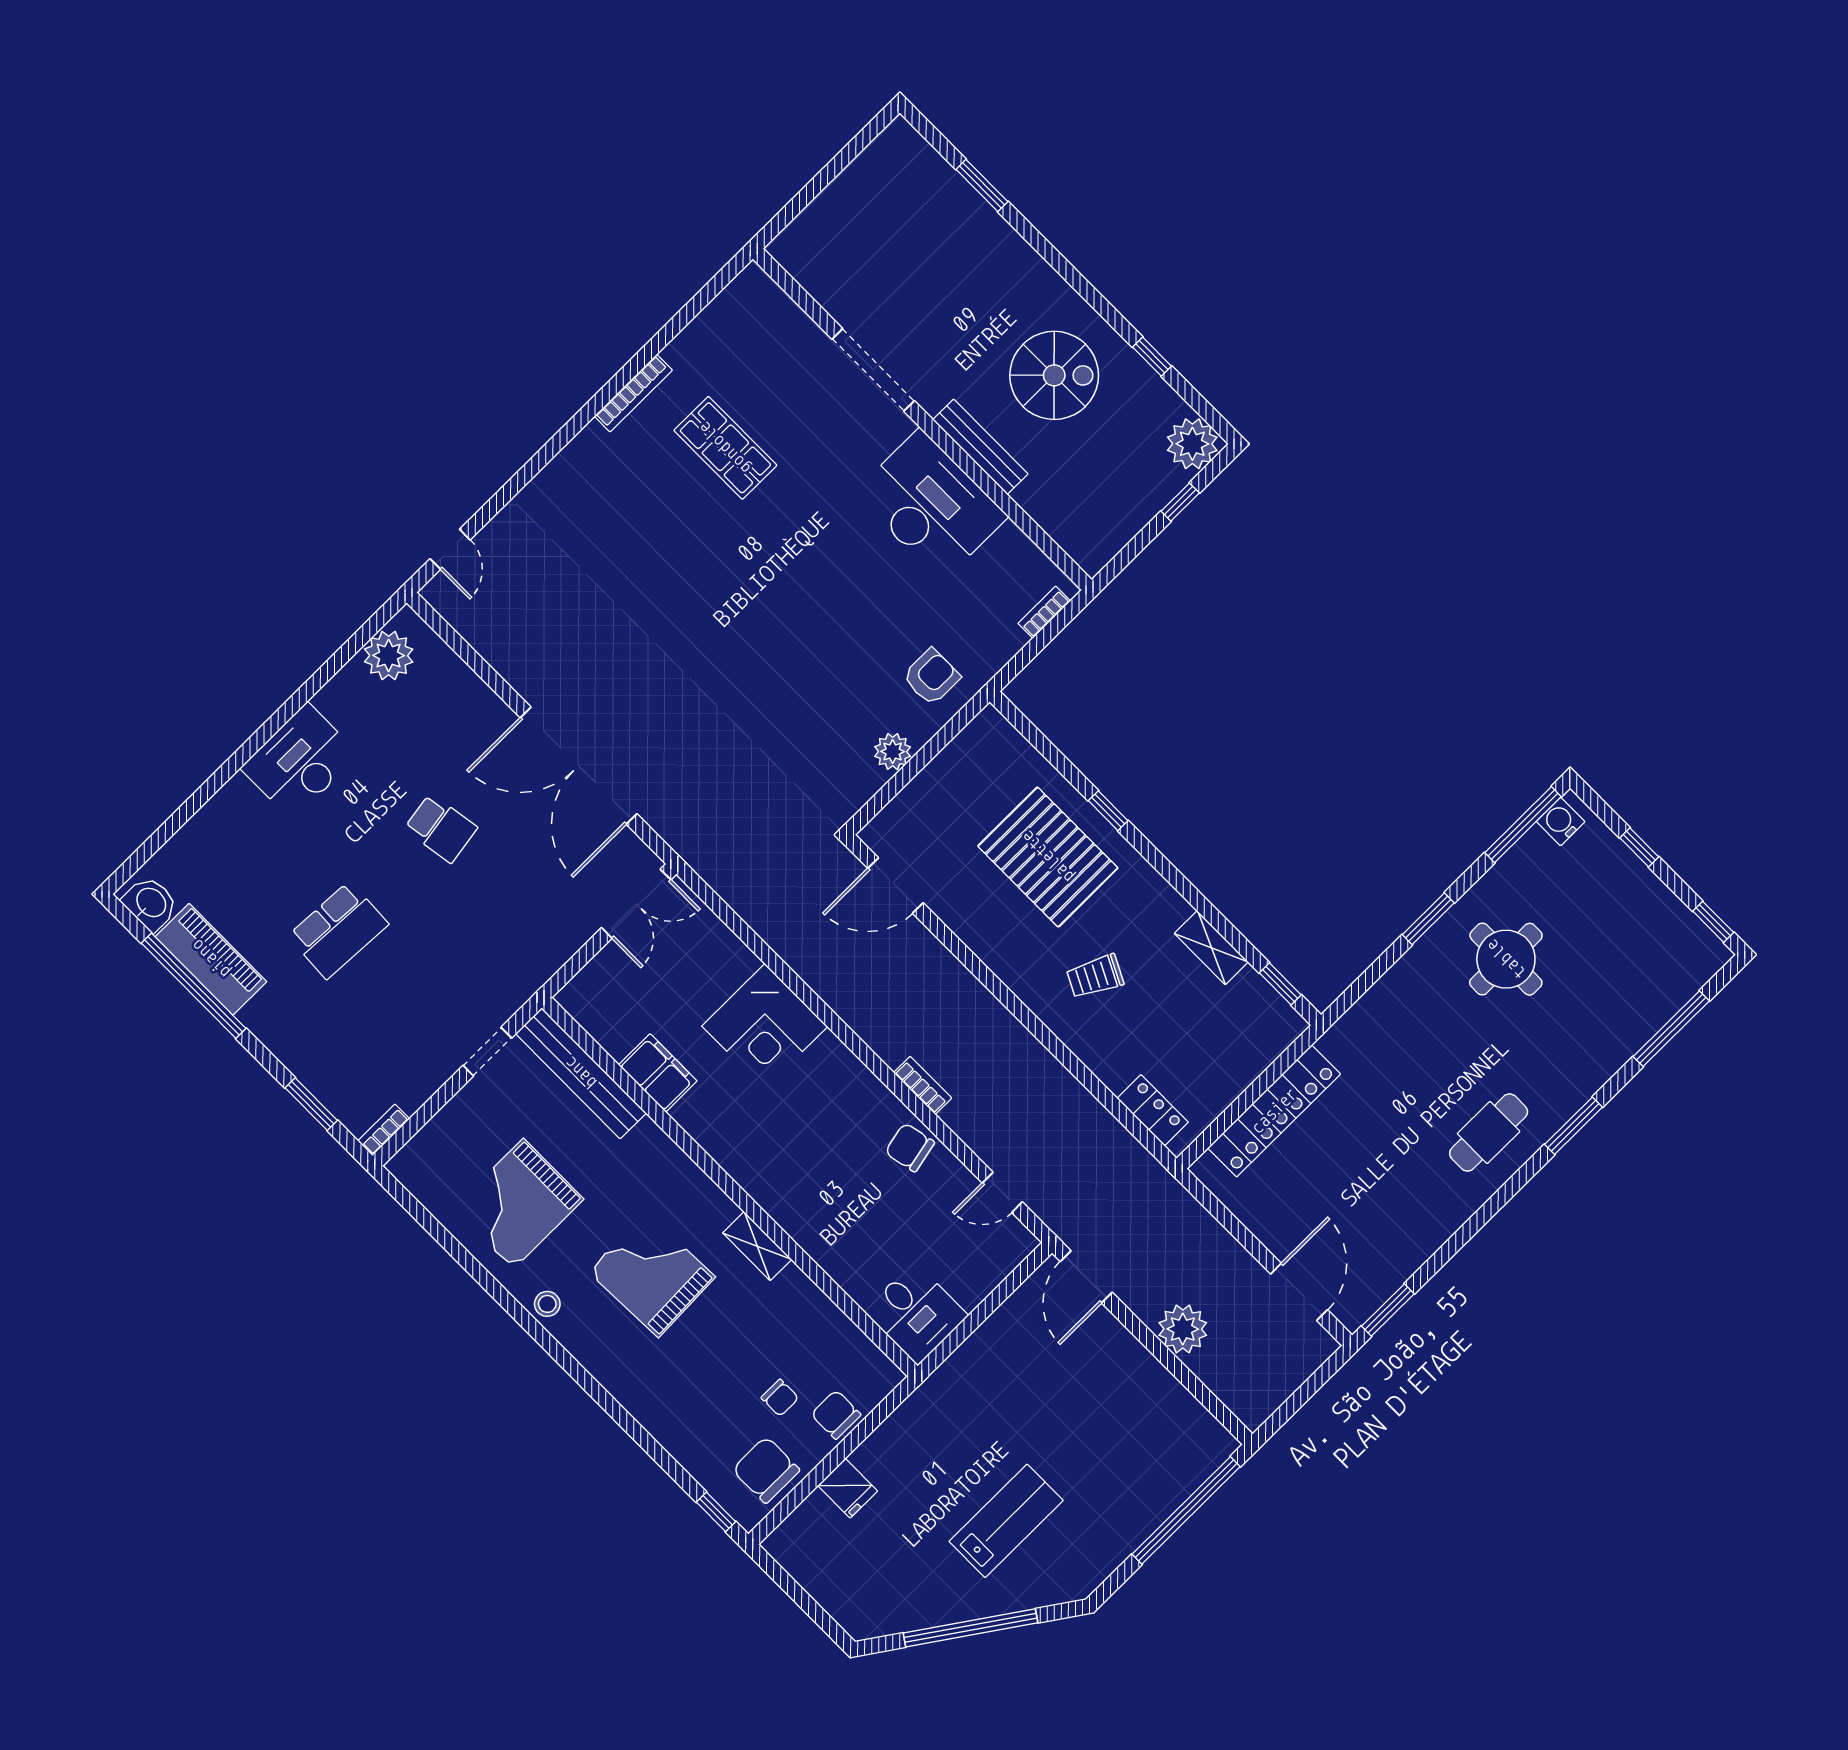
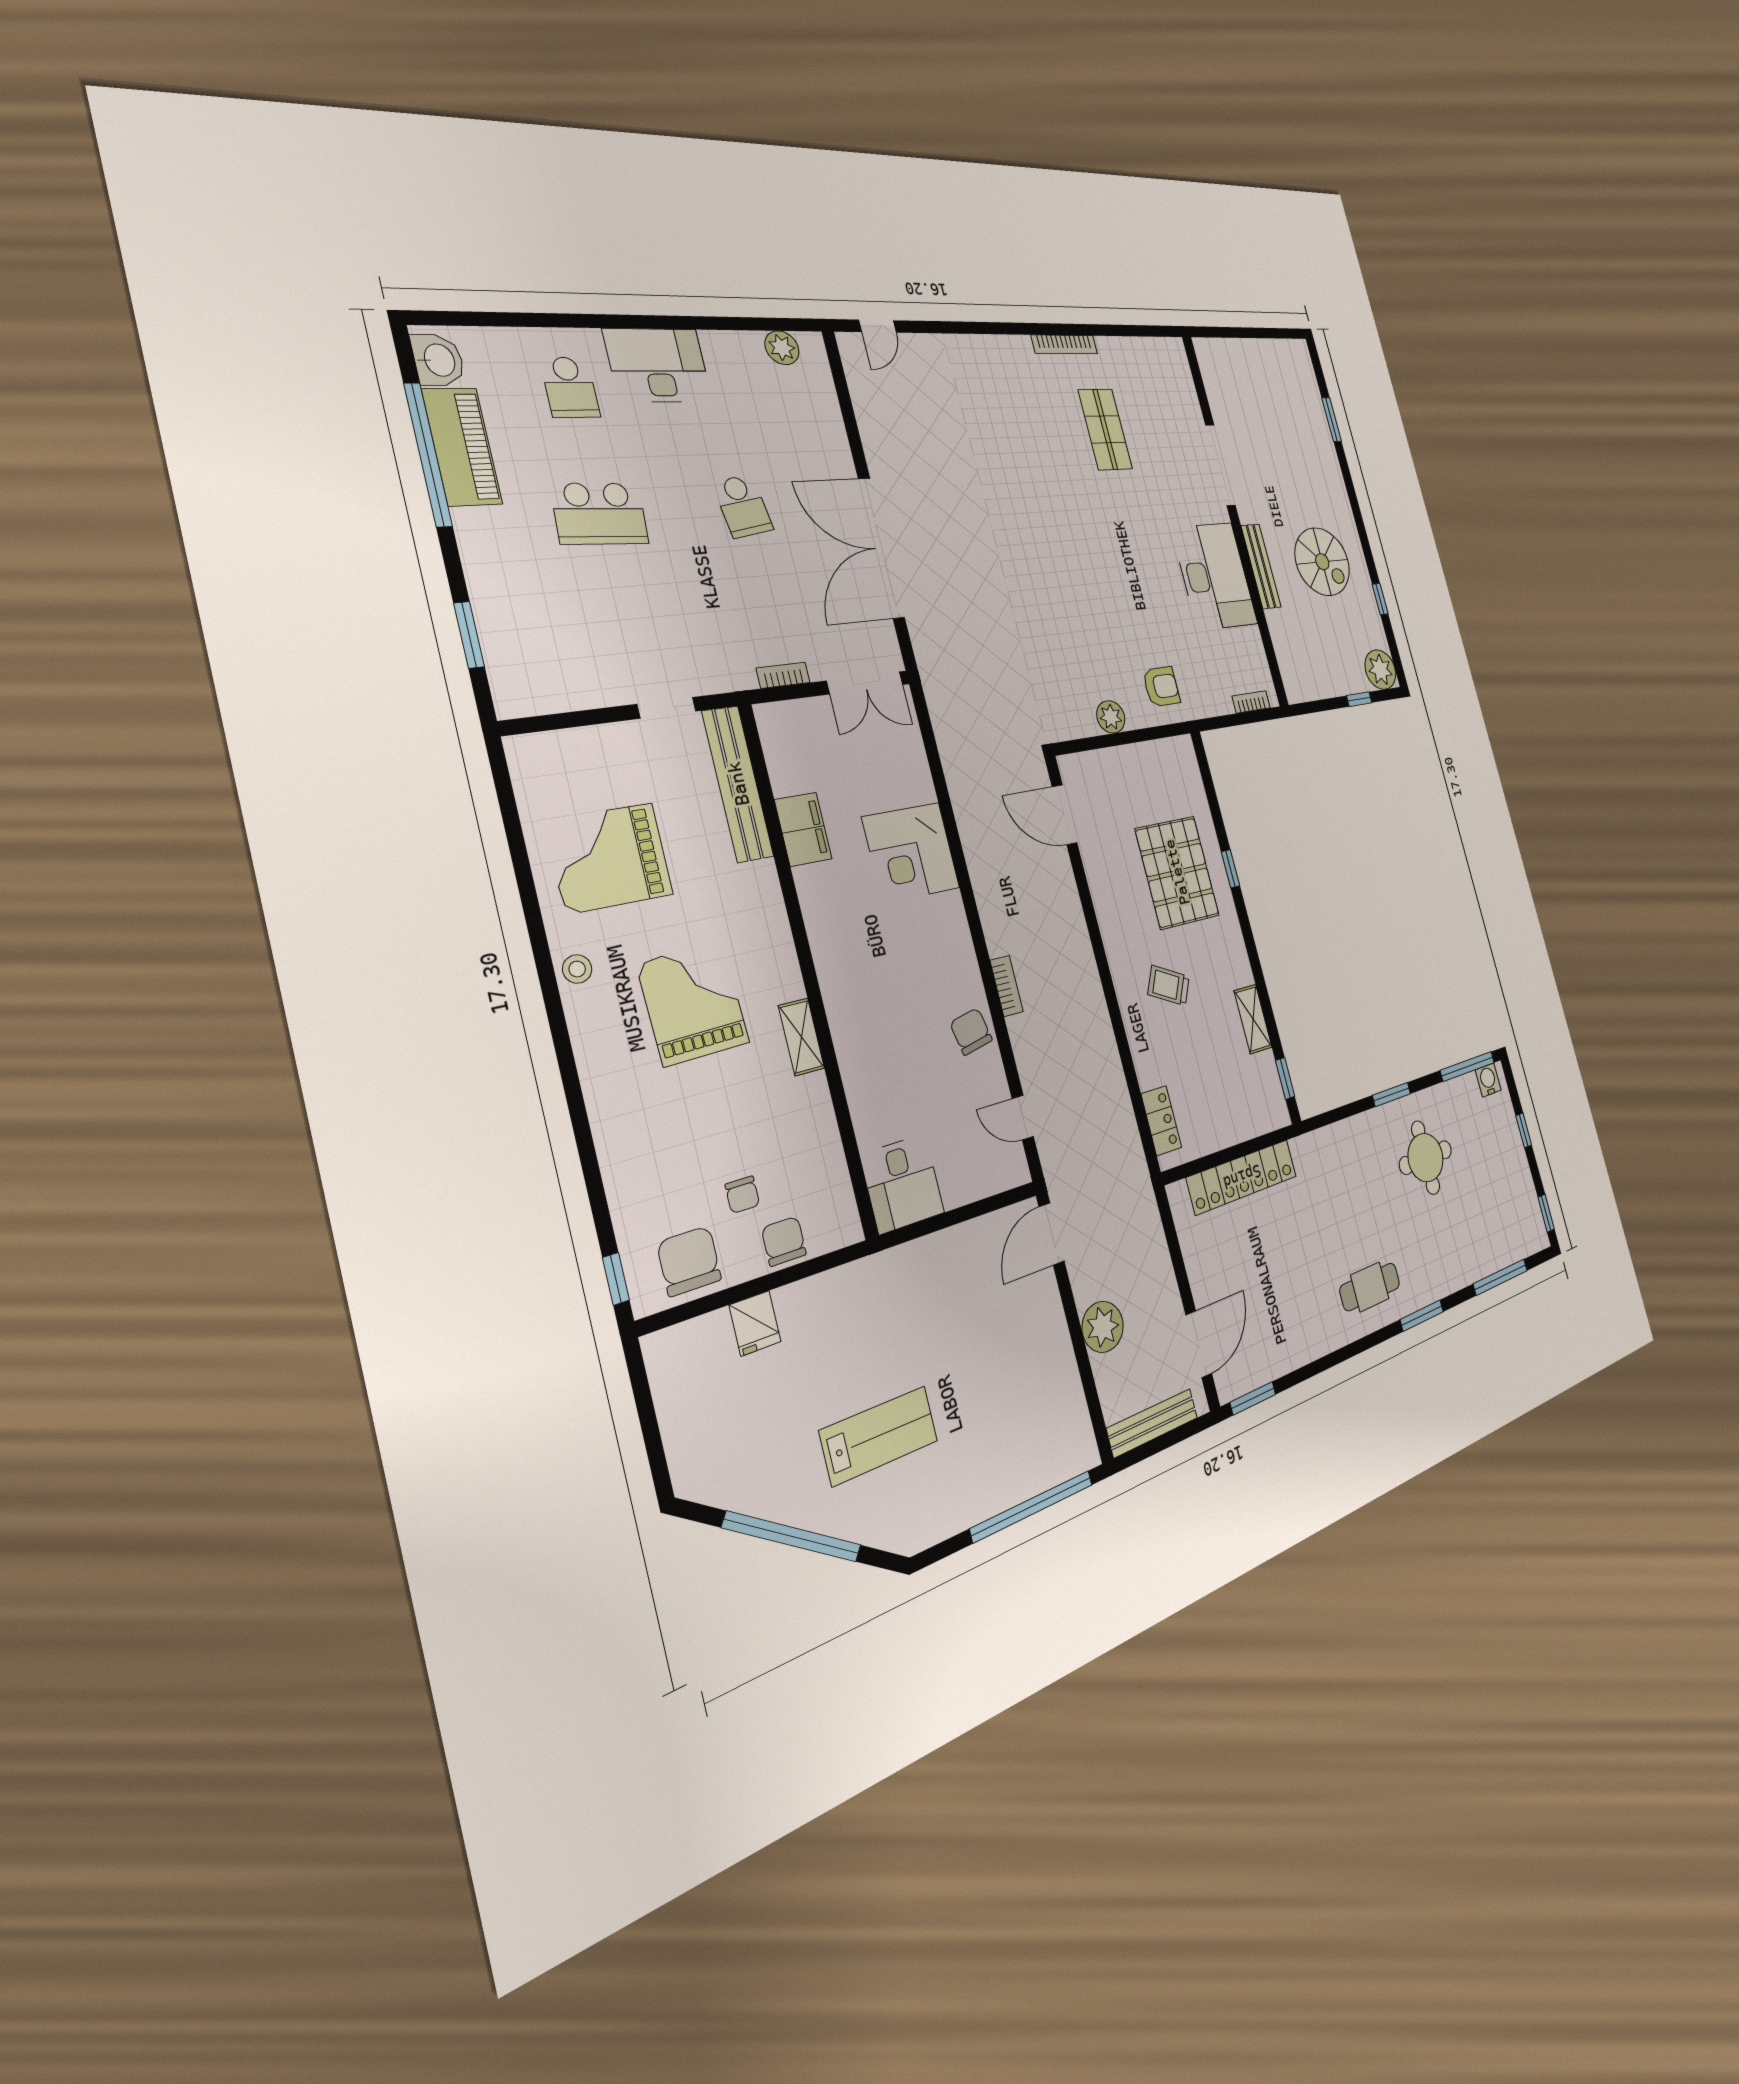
plant: (389, 656) -> (782, 348), width x0.73, depth x0.73
school desk: (250, 842) -> (570, 387), added
bookcase: (384, 1130) -> (783, 675), moved
bench: (1280, 1385) -> (1152, 1423), added

